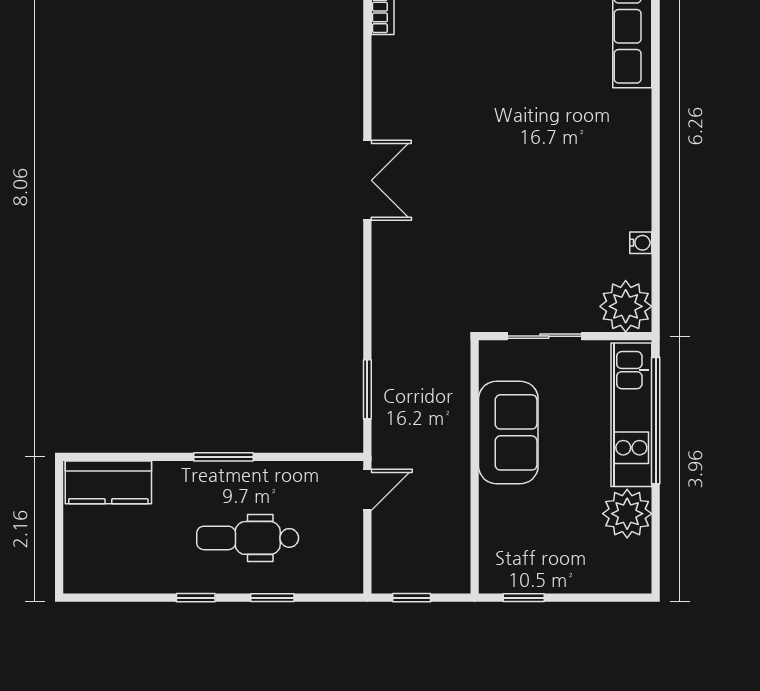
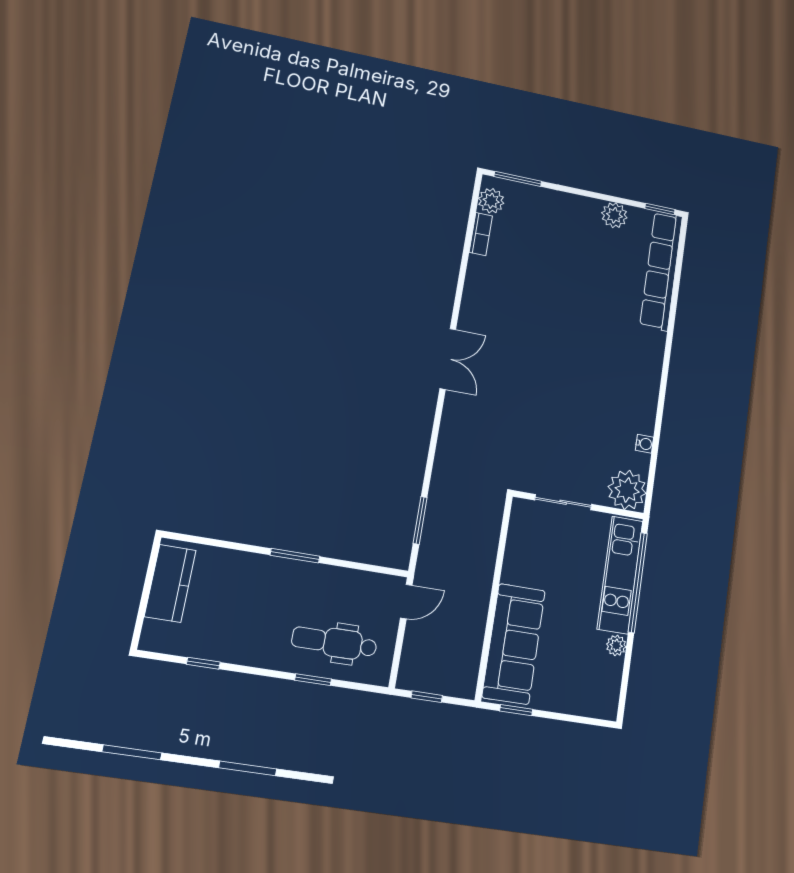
sofa: (508, 432) -> (514, 644), moved, width x1.36
kitchen counter: (108, 482) -> (170, 583), moved, turned -90
plant: (627, 514) -> (616, 645), width x0.53, depth x0.53
dental chair: (248, 538) -> (334, 642), moved
window: (196, 598) -> (203, 663), moved

